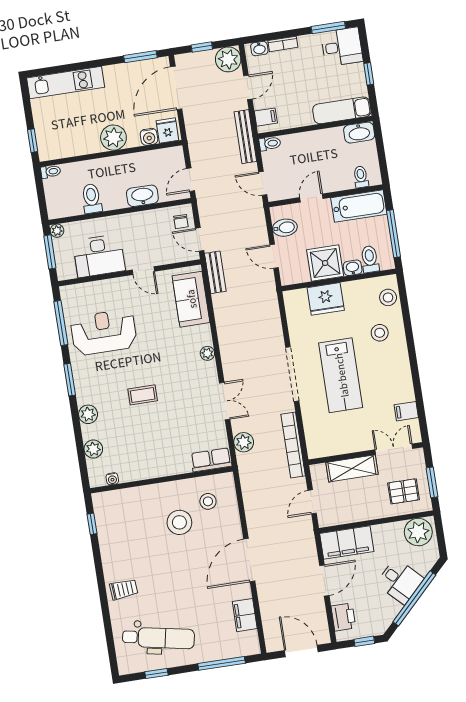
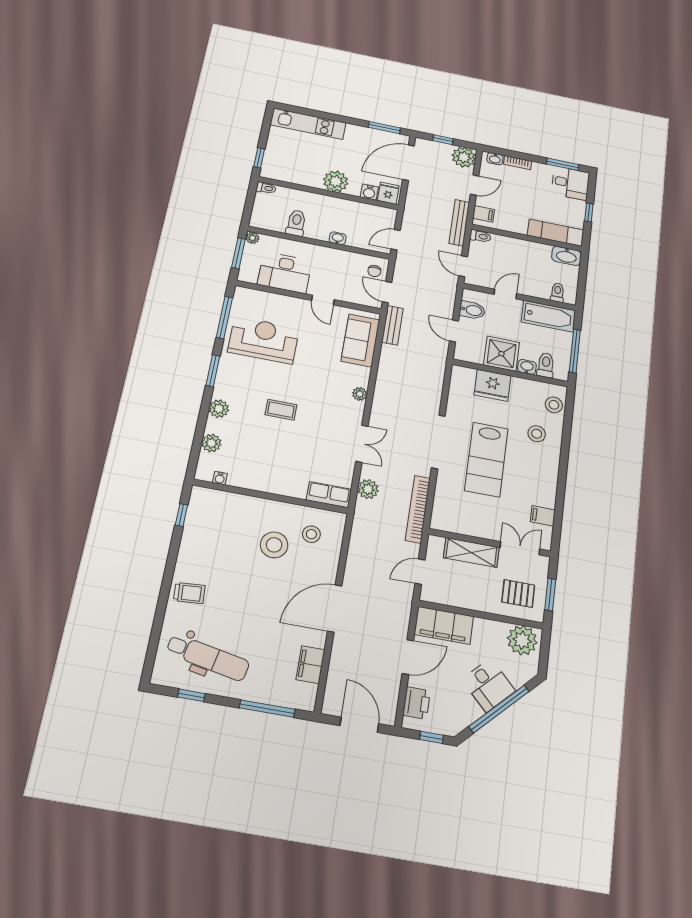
washbasin: (142, 196) -> (338, 238), width x0.52, depth x0.69

